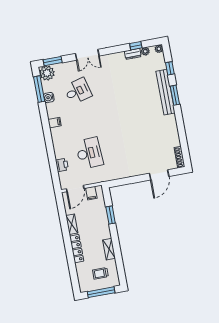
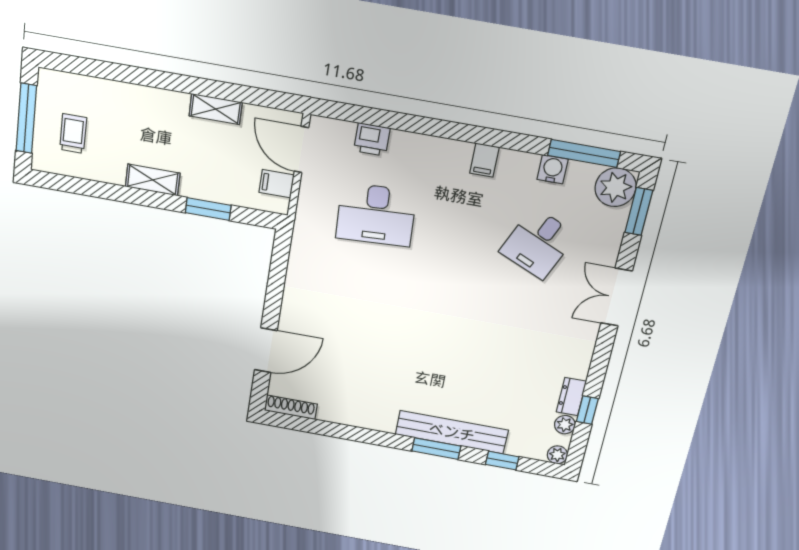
desk: (78, 91) -> (538, 243), turned 39
door: (159, 175) -> (266, 350), swing flipped
locker: (77, 249) -> (151, 99), removed
shelving: (109, 249) -> (153, 180), moved

